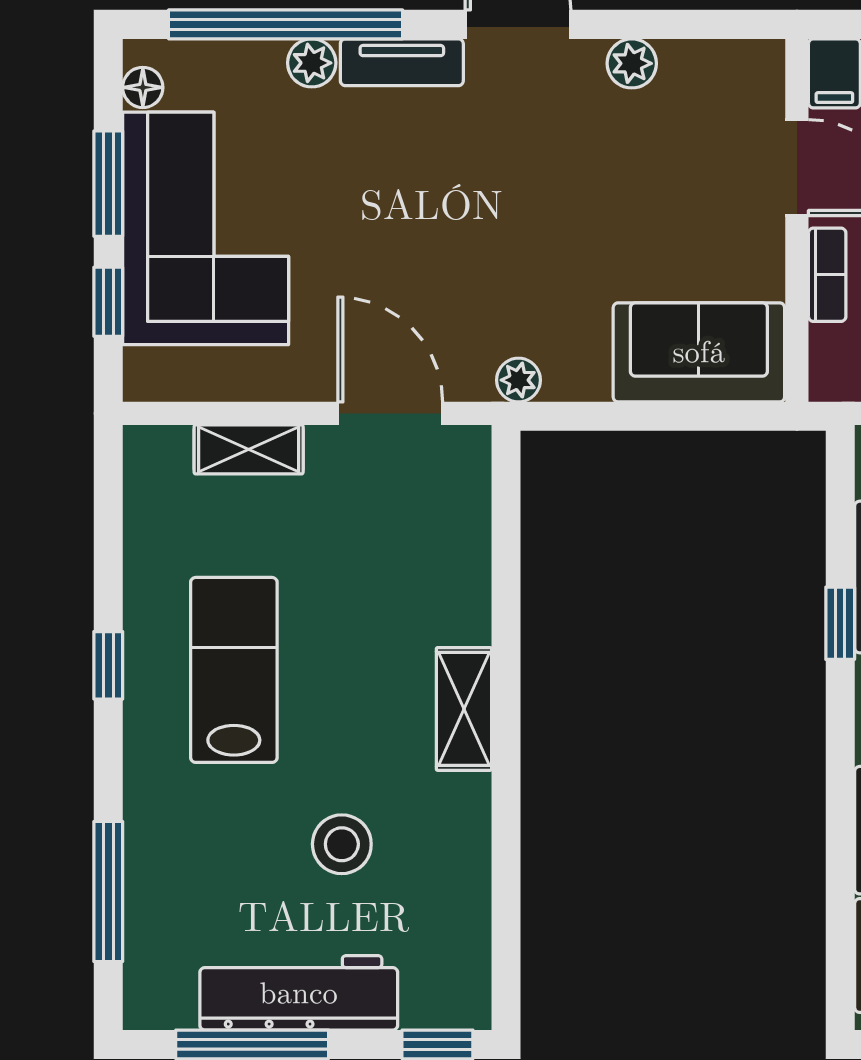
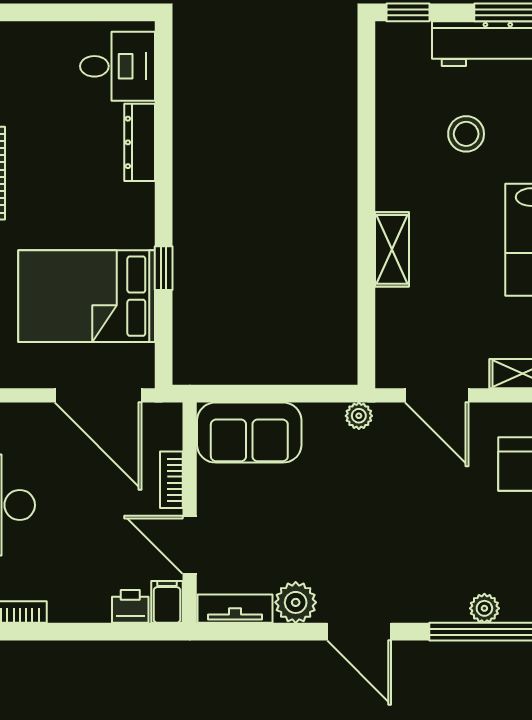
tv unit: (402, 62) -> (235, 609), moved
plant: (632, 63) -> (296, 602), width x1.38, depth x1.38
shelving: (464, 709) -> (392, 249), moved

